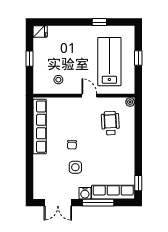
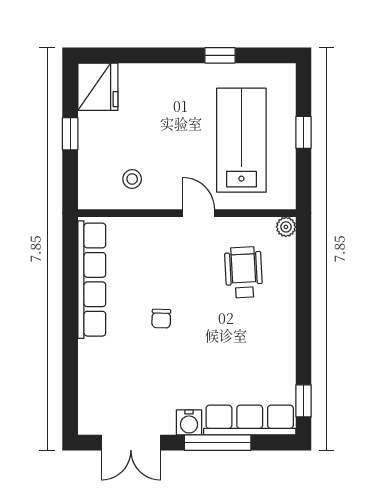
fridge: (40, 31) -> (98, 87), width x1.88, depth x1.34
side table: (75, 167) -> (169, 367), removed

